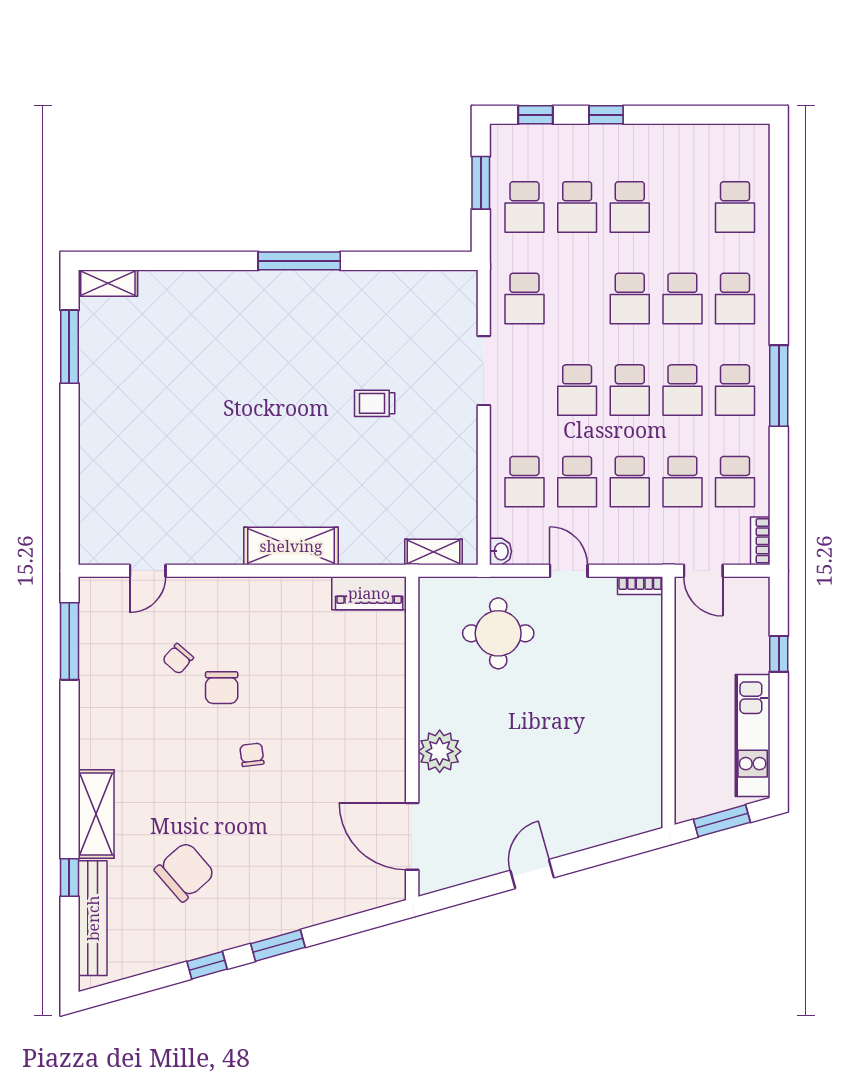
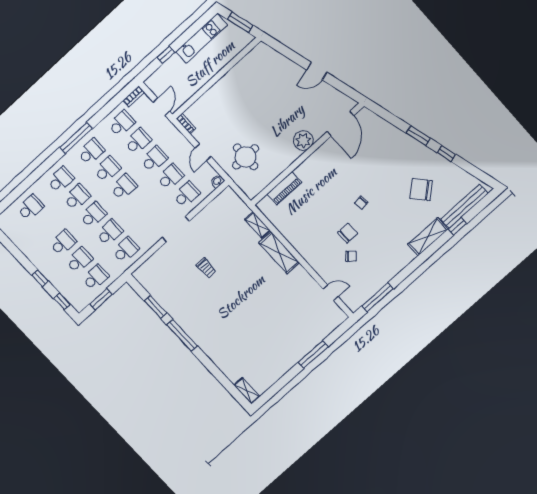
window: (386, 261) -> (156, 307), added
window: (69, 347) -> (313, 355), moved
doorway: (484, 371) -> (176, 229), moved
school desk: (577, 390) -> (110, 232), moved
shelving: (434, 552) -> (258, 225), moved
piano: (369, 593) -> (284, 188), moved, turned 90

